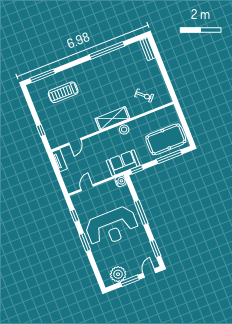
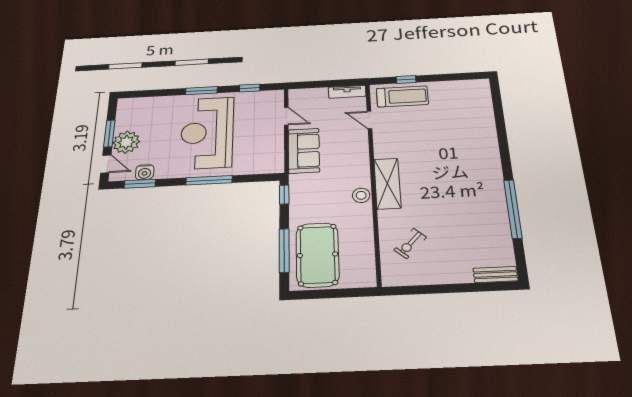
window: (43, 76) -> (497, 105), removed
treadmill: (63, 92) -> (402, 96), moved, turned 90
sofa: (123, 163) -> (304, 151), moved
water cooler: (121, 181) -> (145, 172), moved
plant: (118, 274) -> (126, 142), moved

